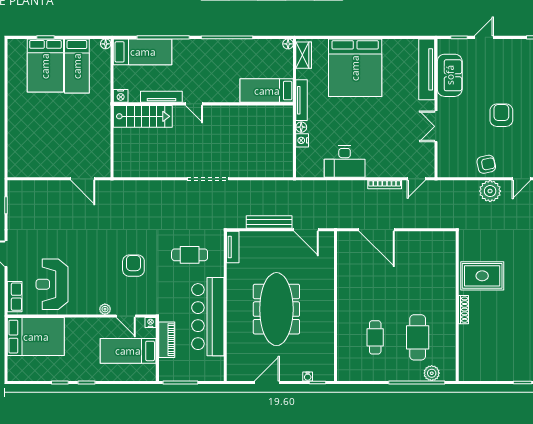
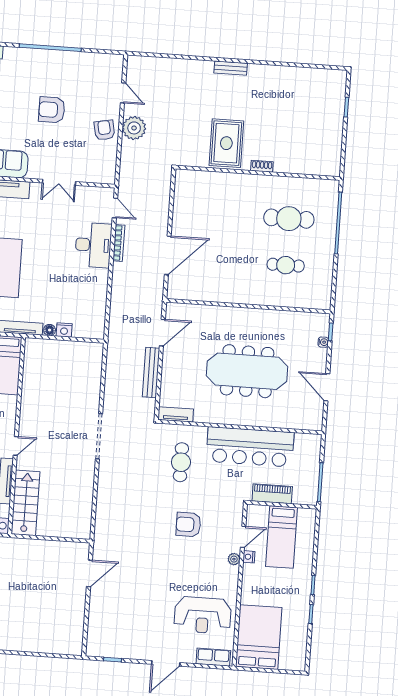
desk: (345, 162) -> (93, 245), moved
shoe rack: (463, 310) -> (262, 166), width x0.70
nightstand: (151, 323) -> (249, 557), moved
plant: (432, 373) -> (329, 206), removed

